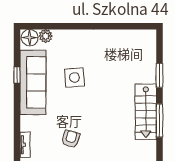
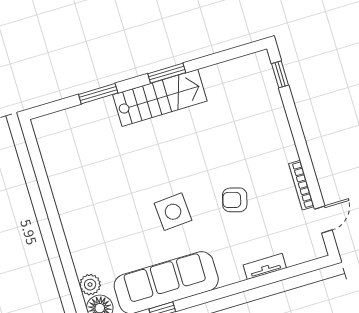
side table: (74, 77) -> (173, 212), moved
window: (159, 120) -> (167, 73), width x0.69

